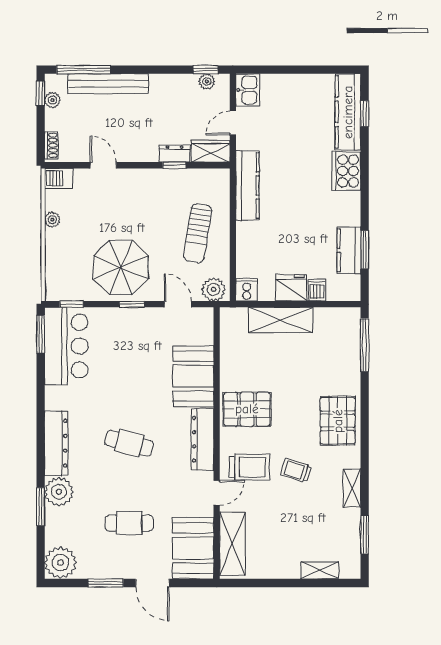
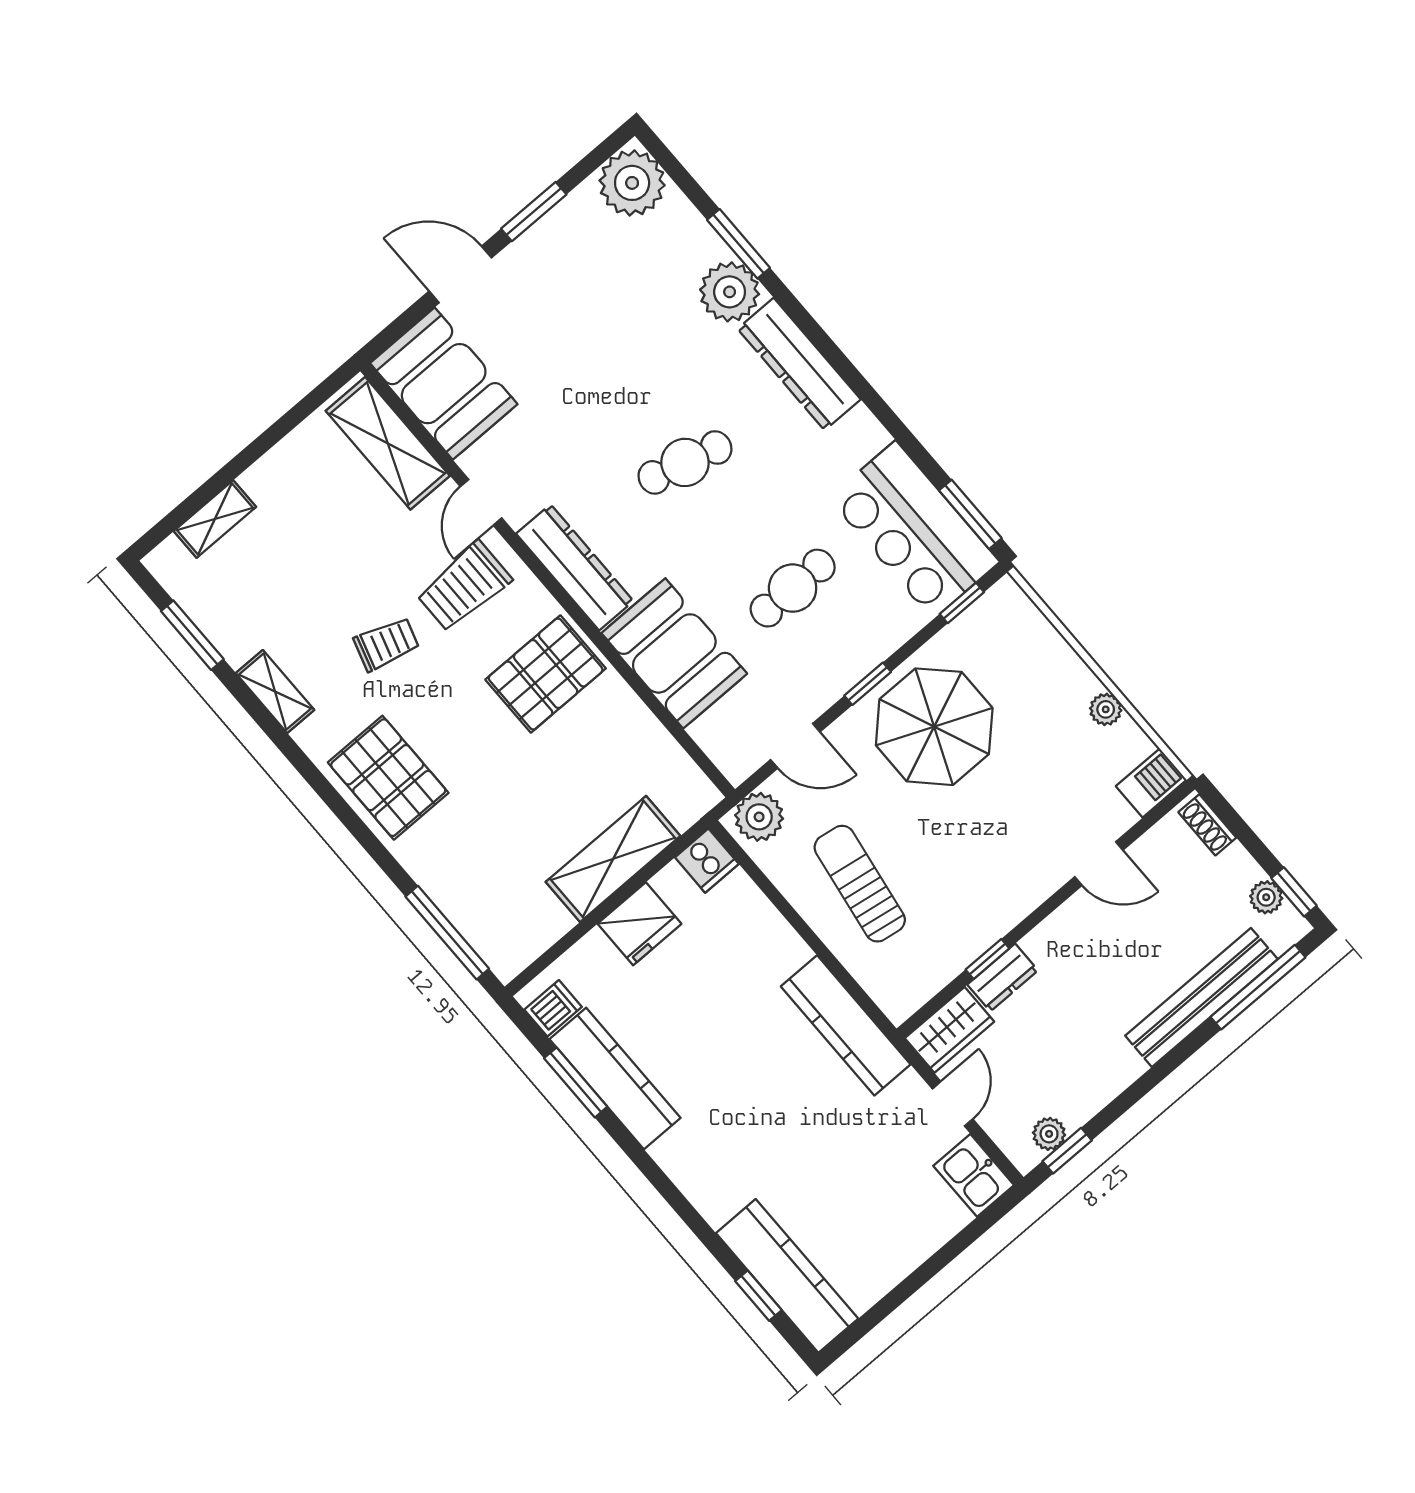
cooker: (346, 171) -> (710, 1181), removed
kitchen counter: (349, 250) -> (615, 1078), width x1.50
dishwasher: (317, 290) -> (553, 1008), moved, turned -90
cafe table: (129, 523) -> (793, 588), moved

